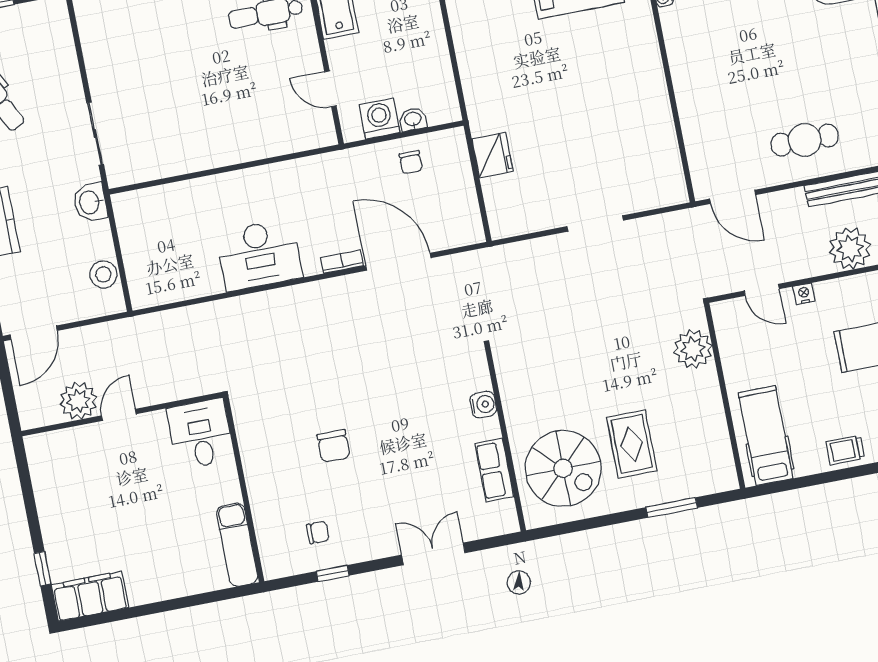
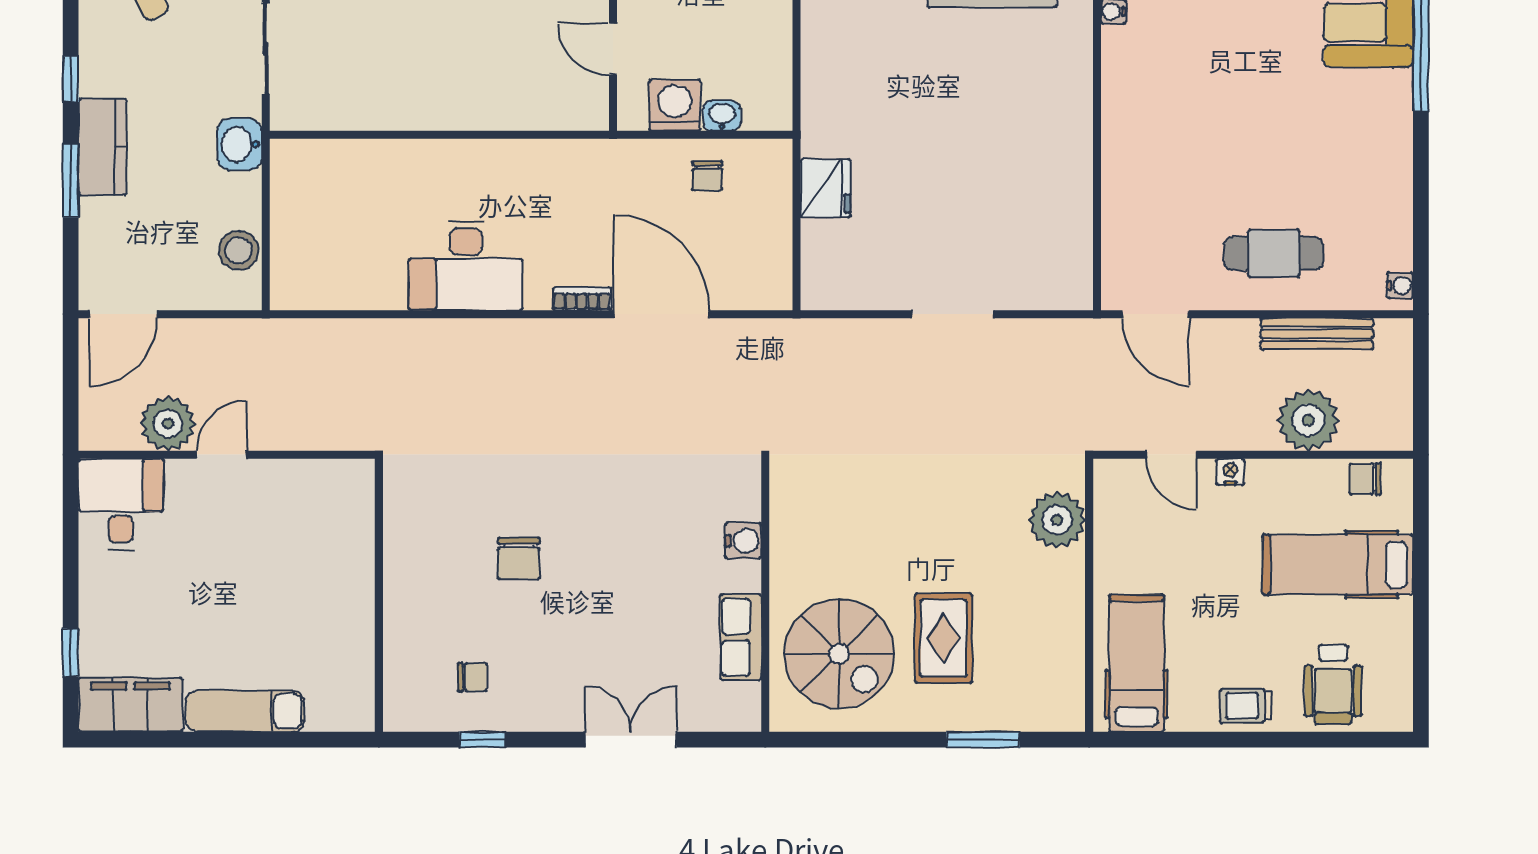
desk: (200, 434) -> (121, 504), moved
exam couch: (237, 545) -> (245, 711), moved, turned 90

